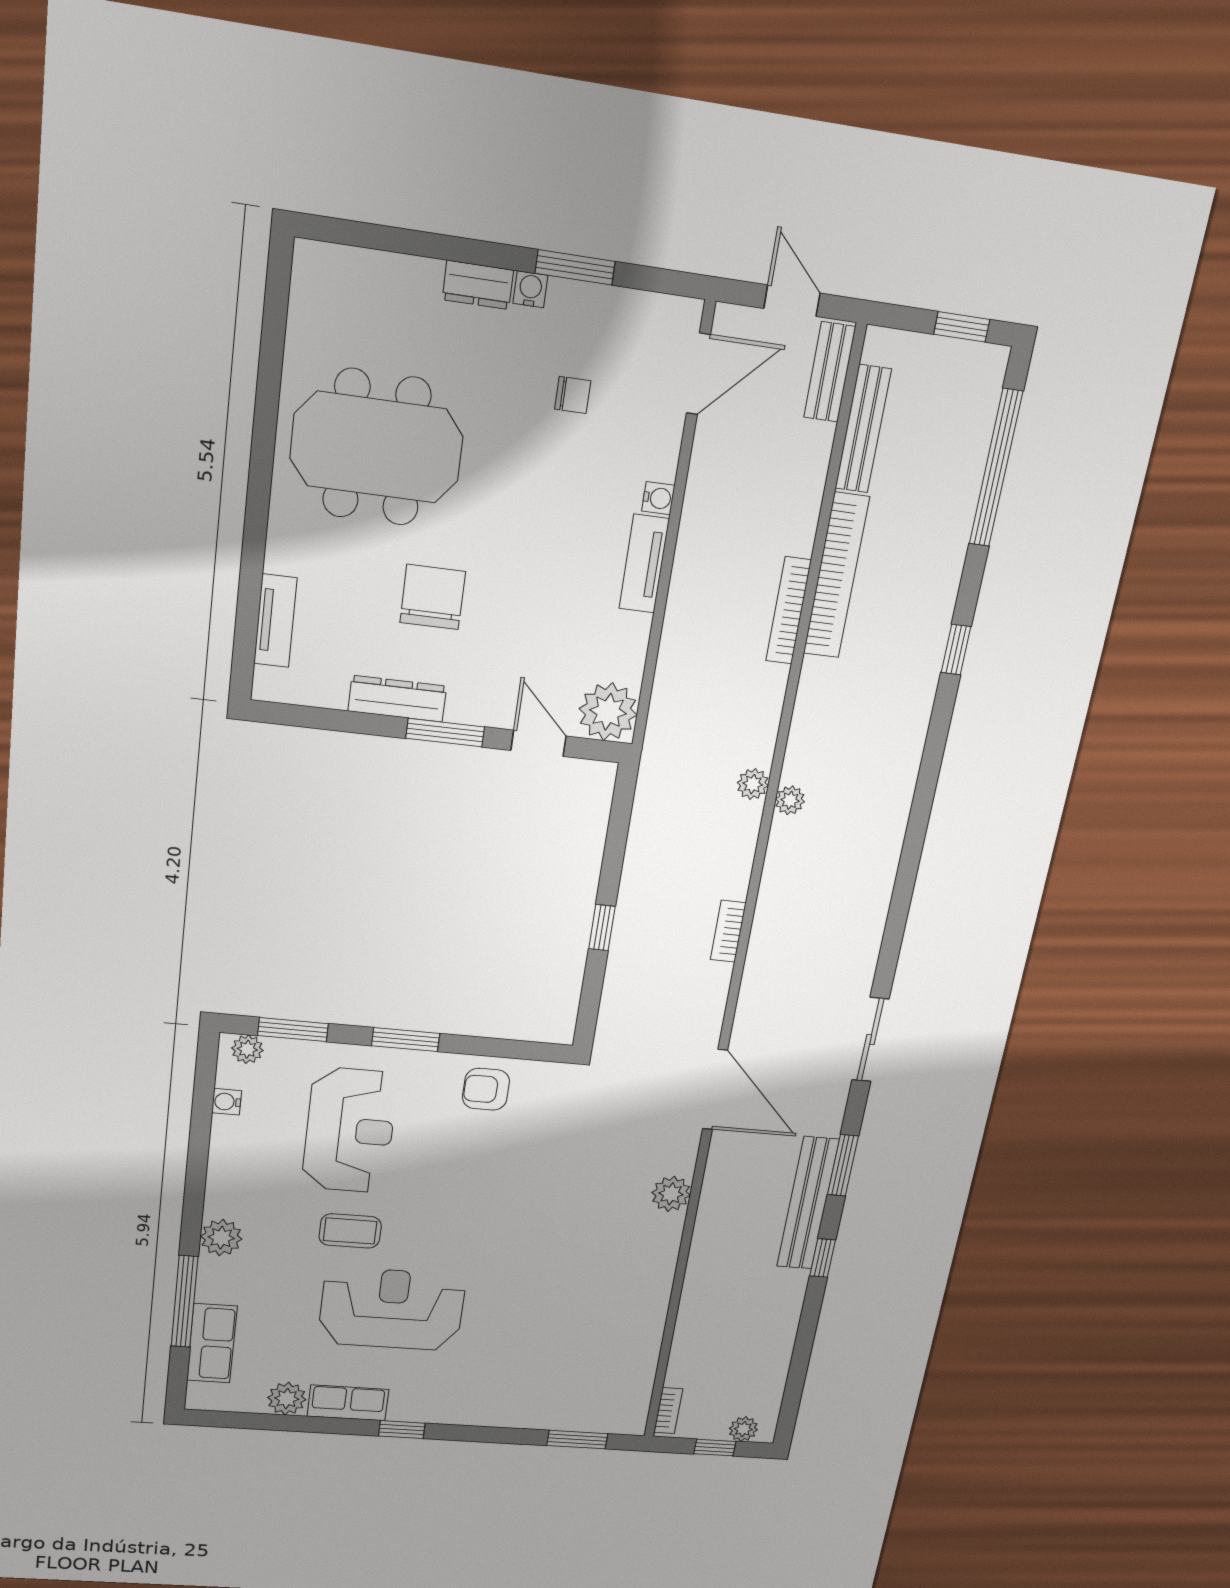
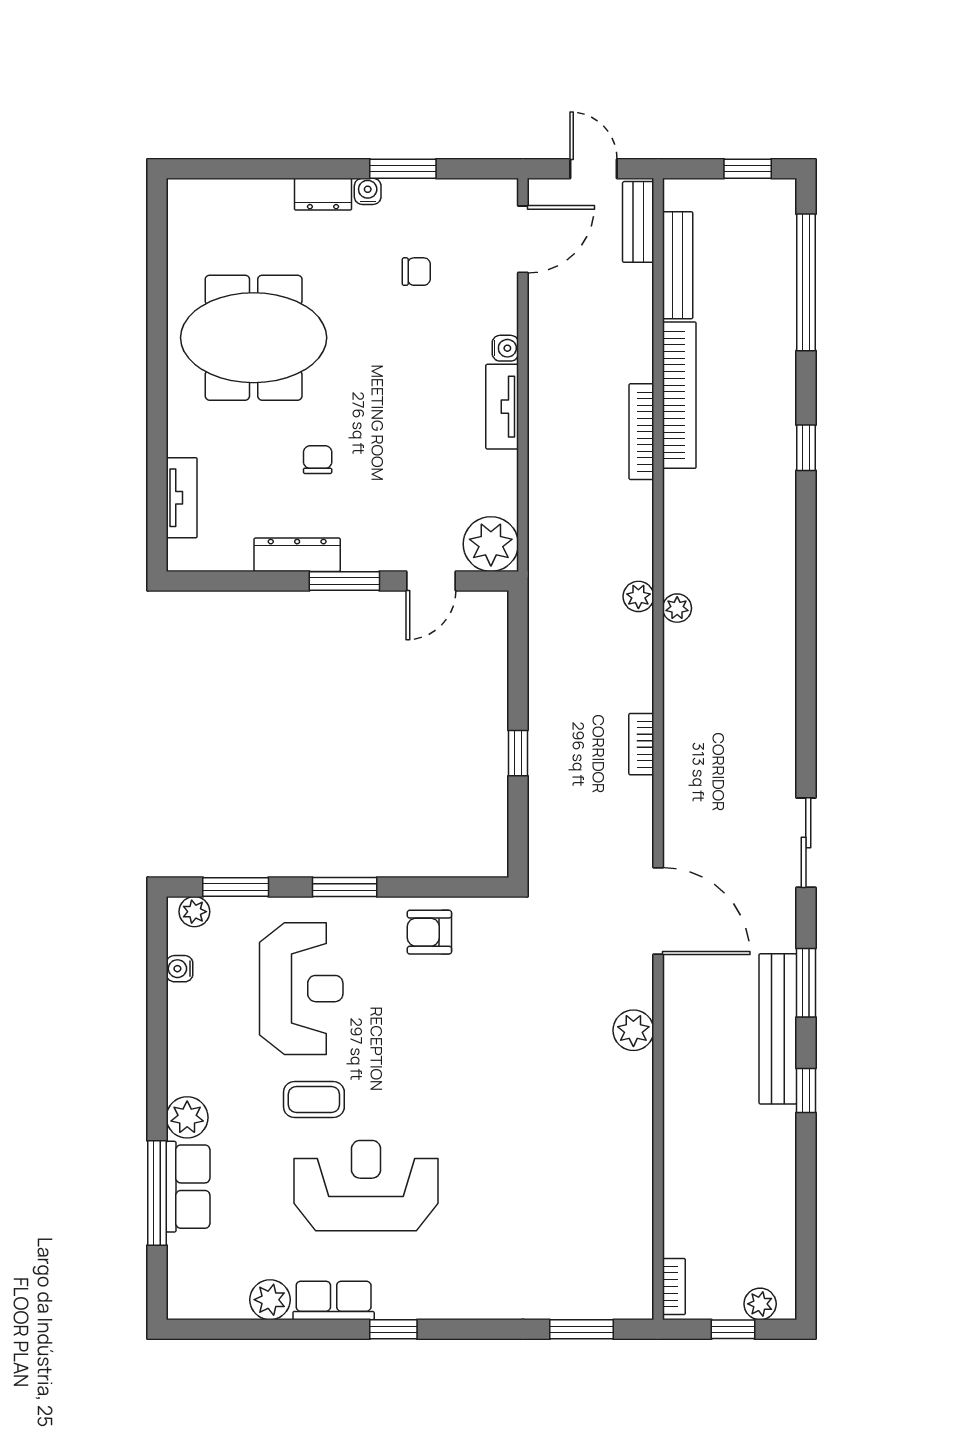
chair: (433, 597) -> (318, 460), width x0.54, depth x0.54
door: (538, 743) -> (431, 581), swing flipped
row of seats: (212, 1343) -> (188, 1187), moved

